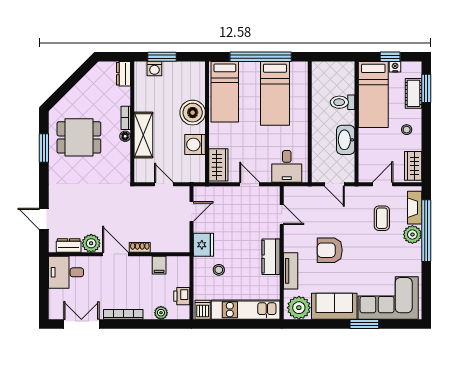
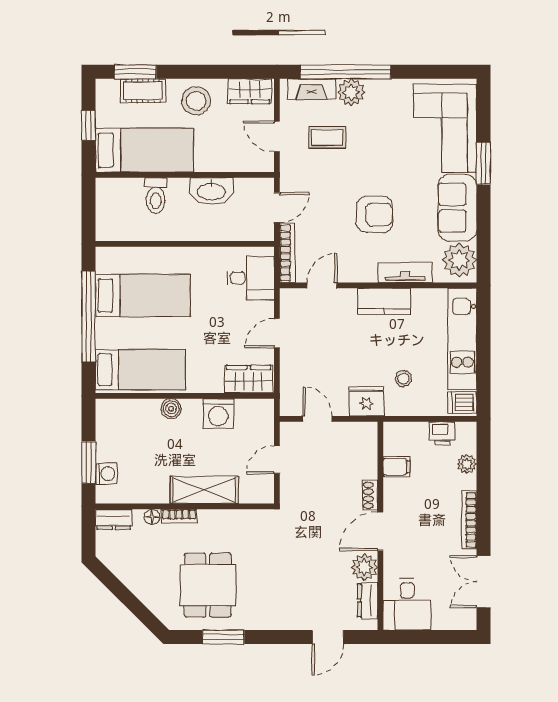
nightstand: (395, 67) -> (103, 118), removed
boiler: (193, 113) -> (171, 409), width x0.54, depth x0.54
stool: (407, 130) -> (196, 101), width x1.89, depth x1.89
floor lamp: (125, 136) -> (152, 517), moved
bookcase: (304, 191) -> (287, 253), added
armchair: (330, 250) -> (374, 214), turned -90

